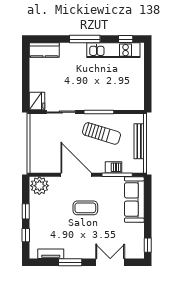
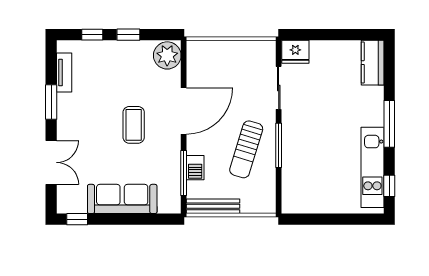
bench: (139, 141) -> (213, 206), moved
sofa: (134, 200) -> (122, 199), moved

